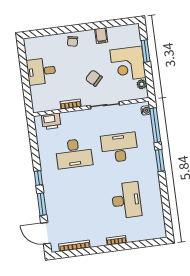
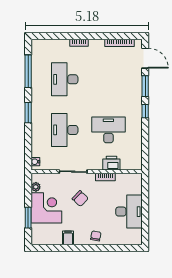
desk: (41, 71) -> (129, 212), width x1.37
printer: (51, 121) -> (111, 163), moved
window: (155, 125) -> (28, 71), moved
desk: (119, 147) -> (65, 130), turned 90

